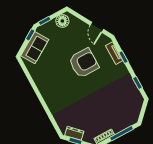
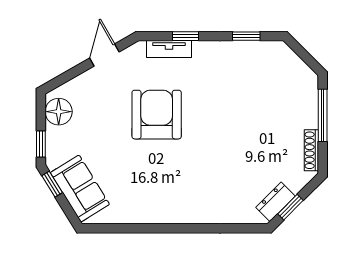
door: (97, 27) -> (104, 55), swing flipped

